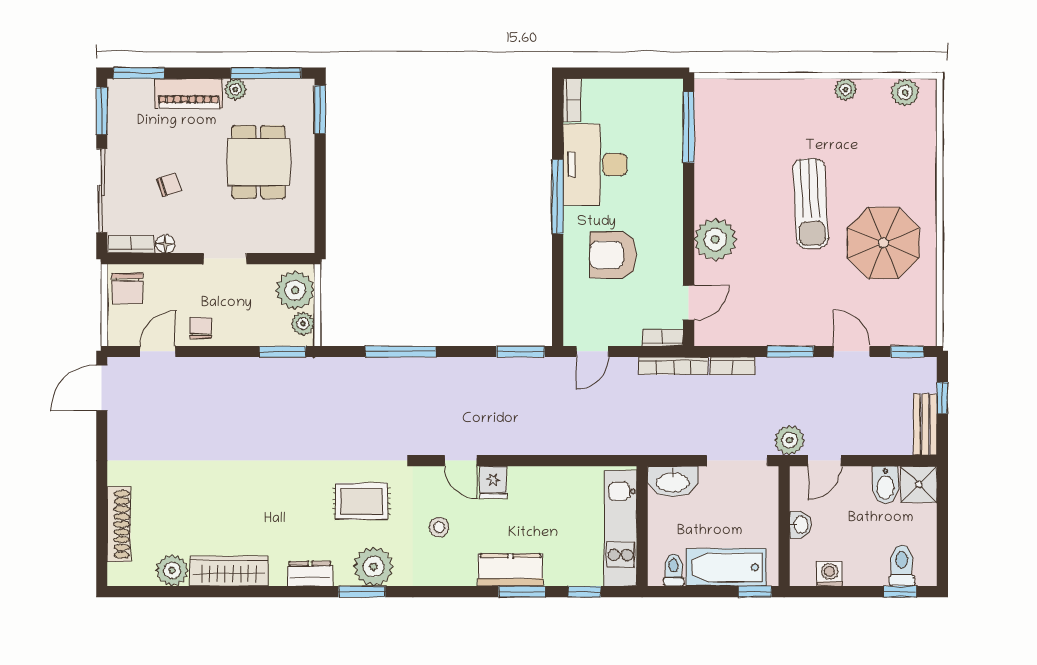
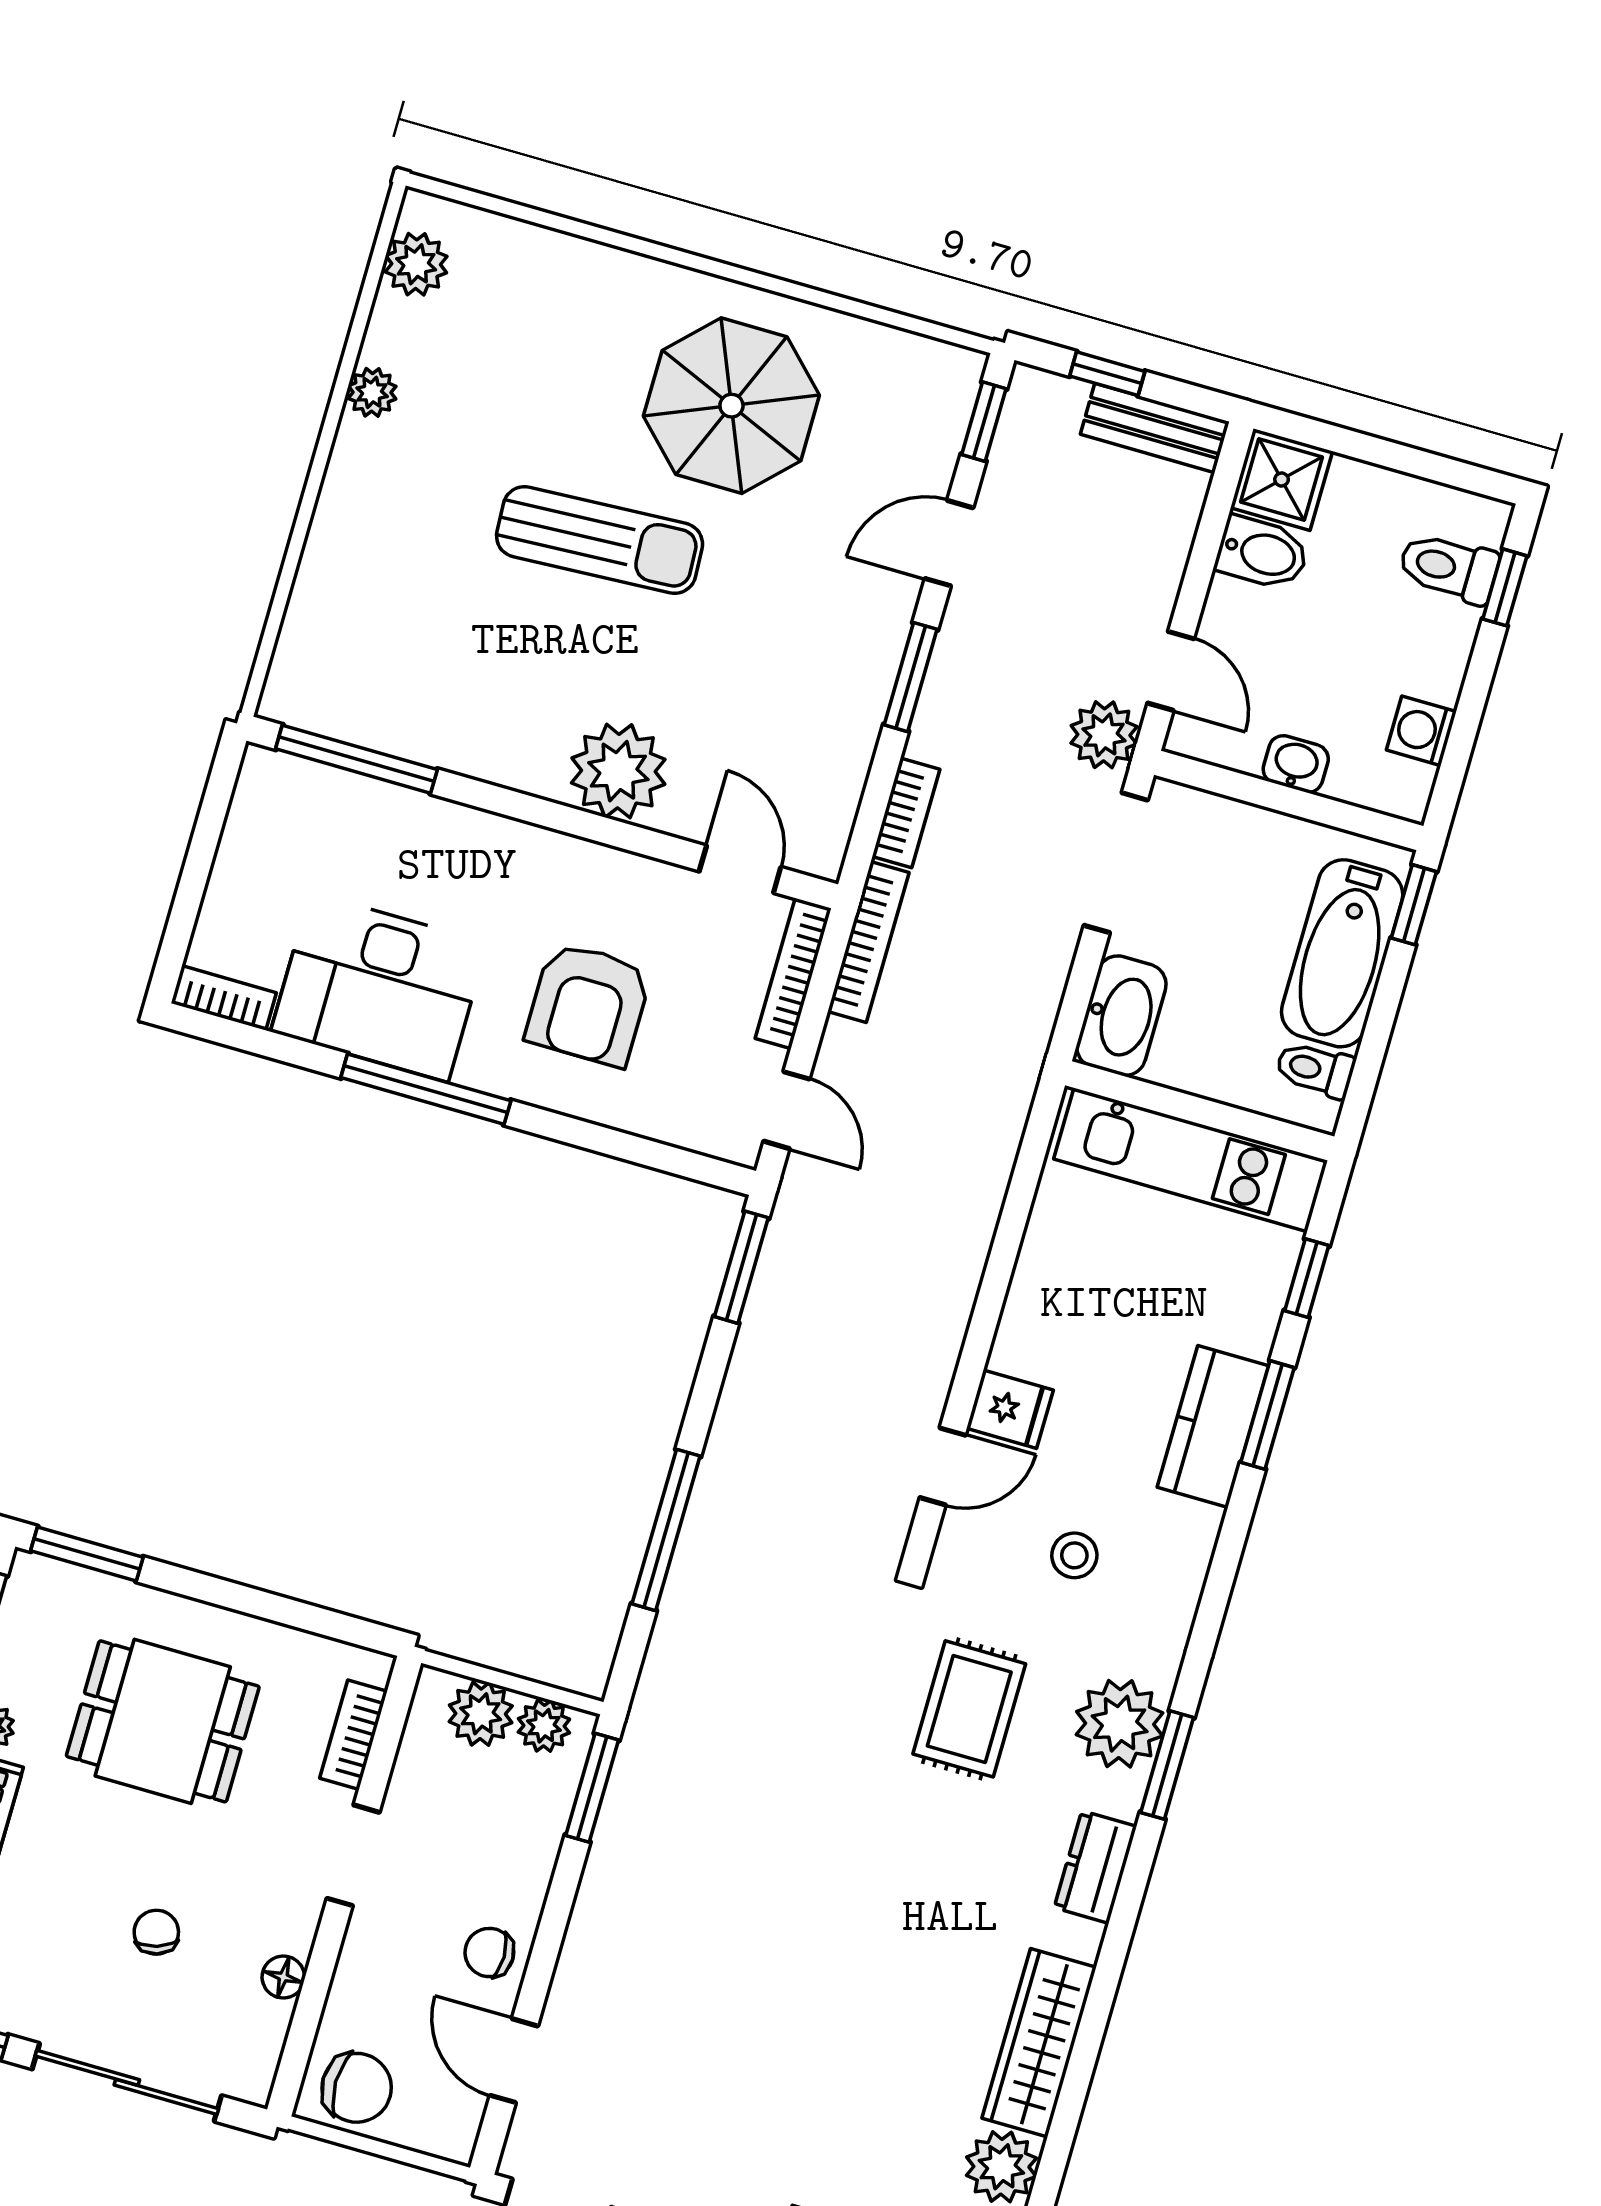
bookcase: (131, 244) -> (353, 1735), moved
plant: (295, 290) -> (481, 1714), width x0.73, depth x0.73
bookcase: (663, 338) -> (793, 973), width x1.56

